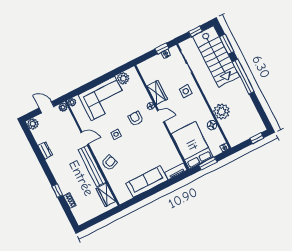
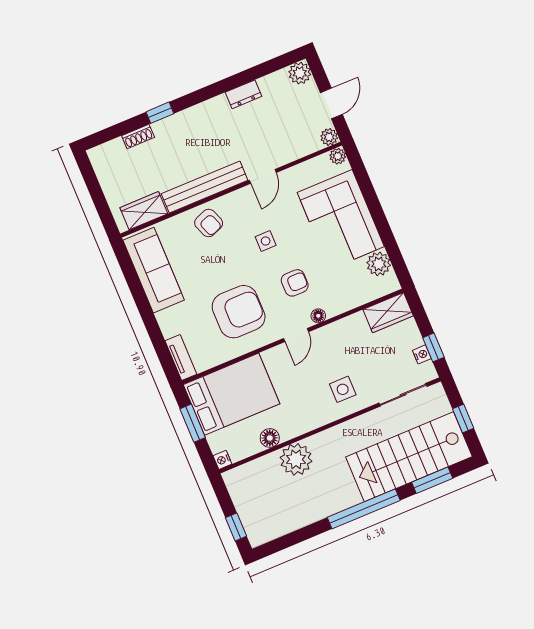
wardrobe: (157, 93) -> (388, 313), moved
armchair: (152, 145) -> (239, 312), added
sofa: (147, 182) -> (154, 270), moved

